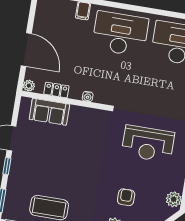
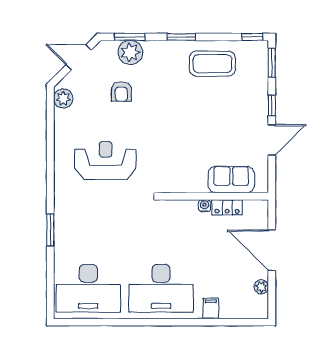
plant: (29, 86) -> (261, 287), moved
water cooler: (88, 96) -> (204, 206), moved

